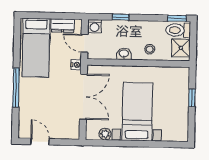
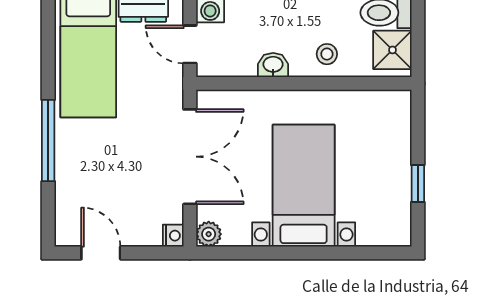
nightstand: (76, 65) -> (173, 236), moved
window: (192, 98) -> (418, 183), moved
plant: (105, 134) -> (209, 234), moved

